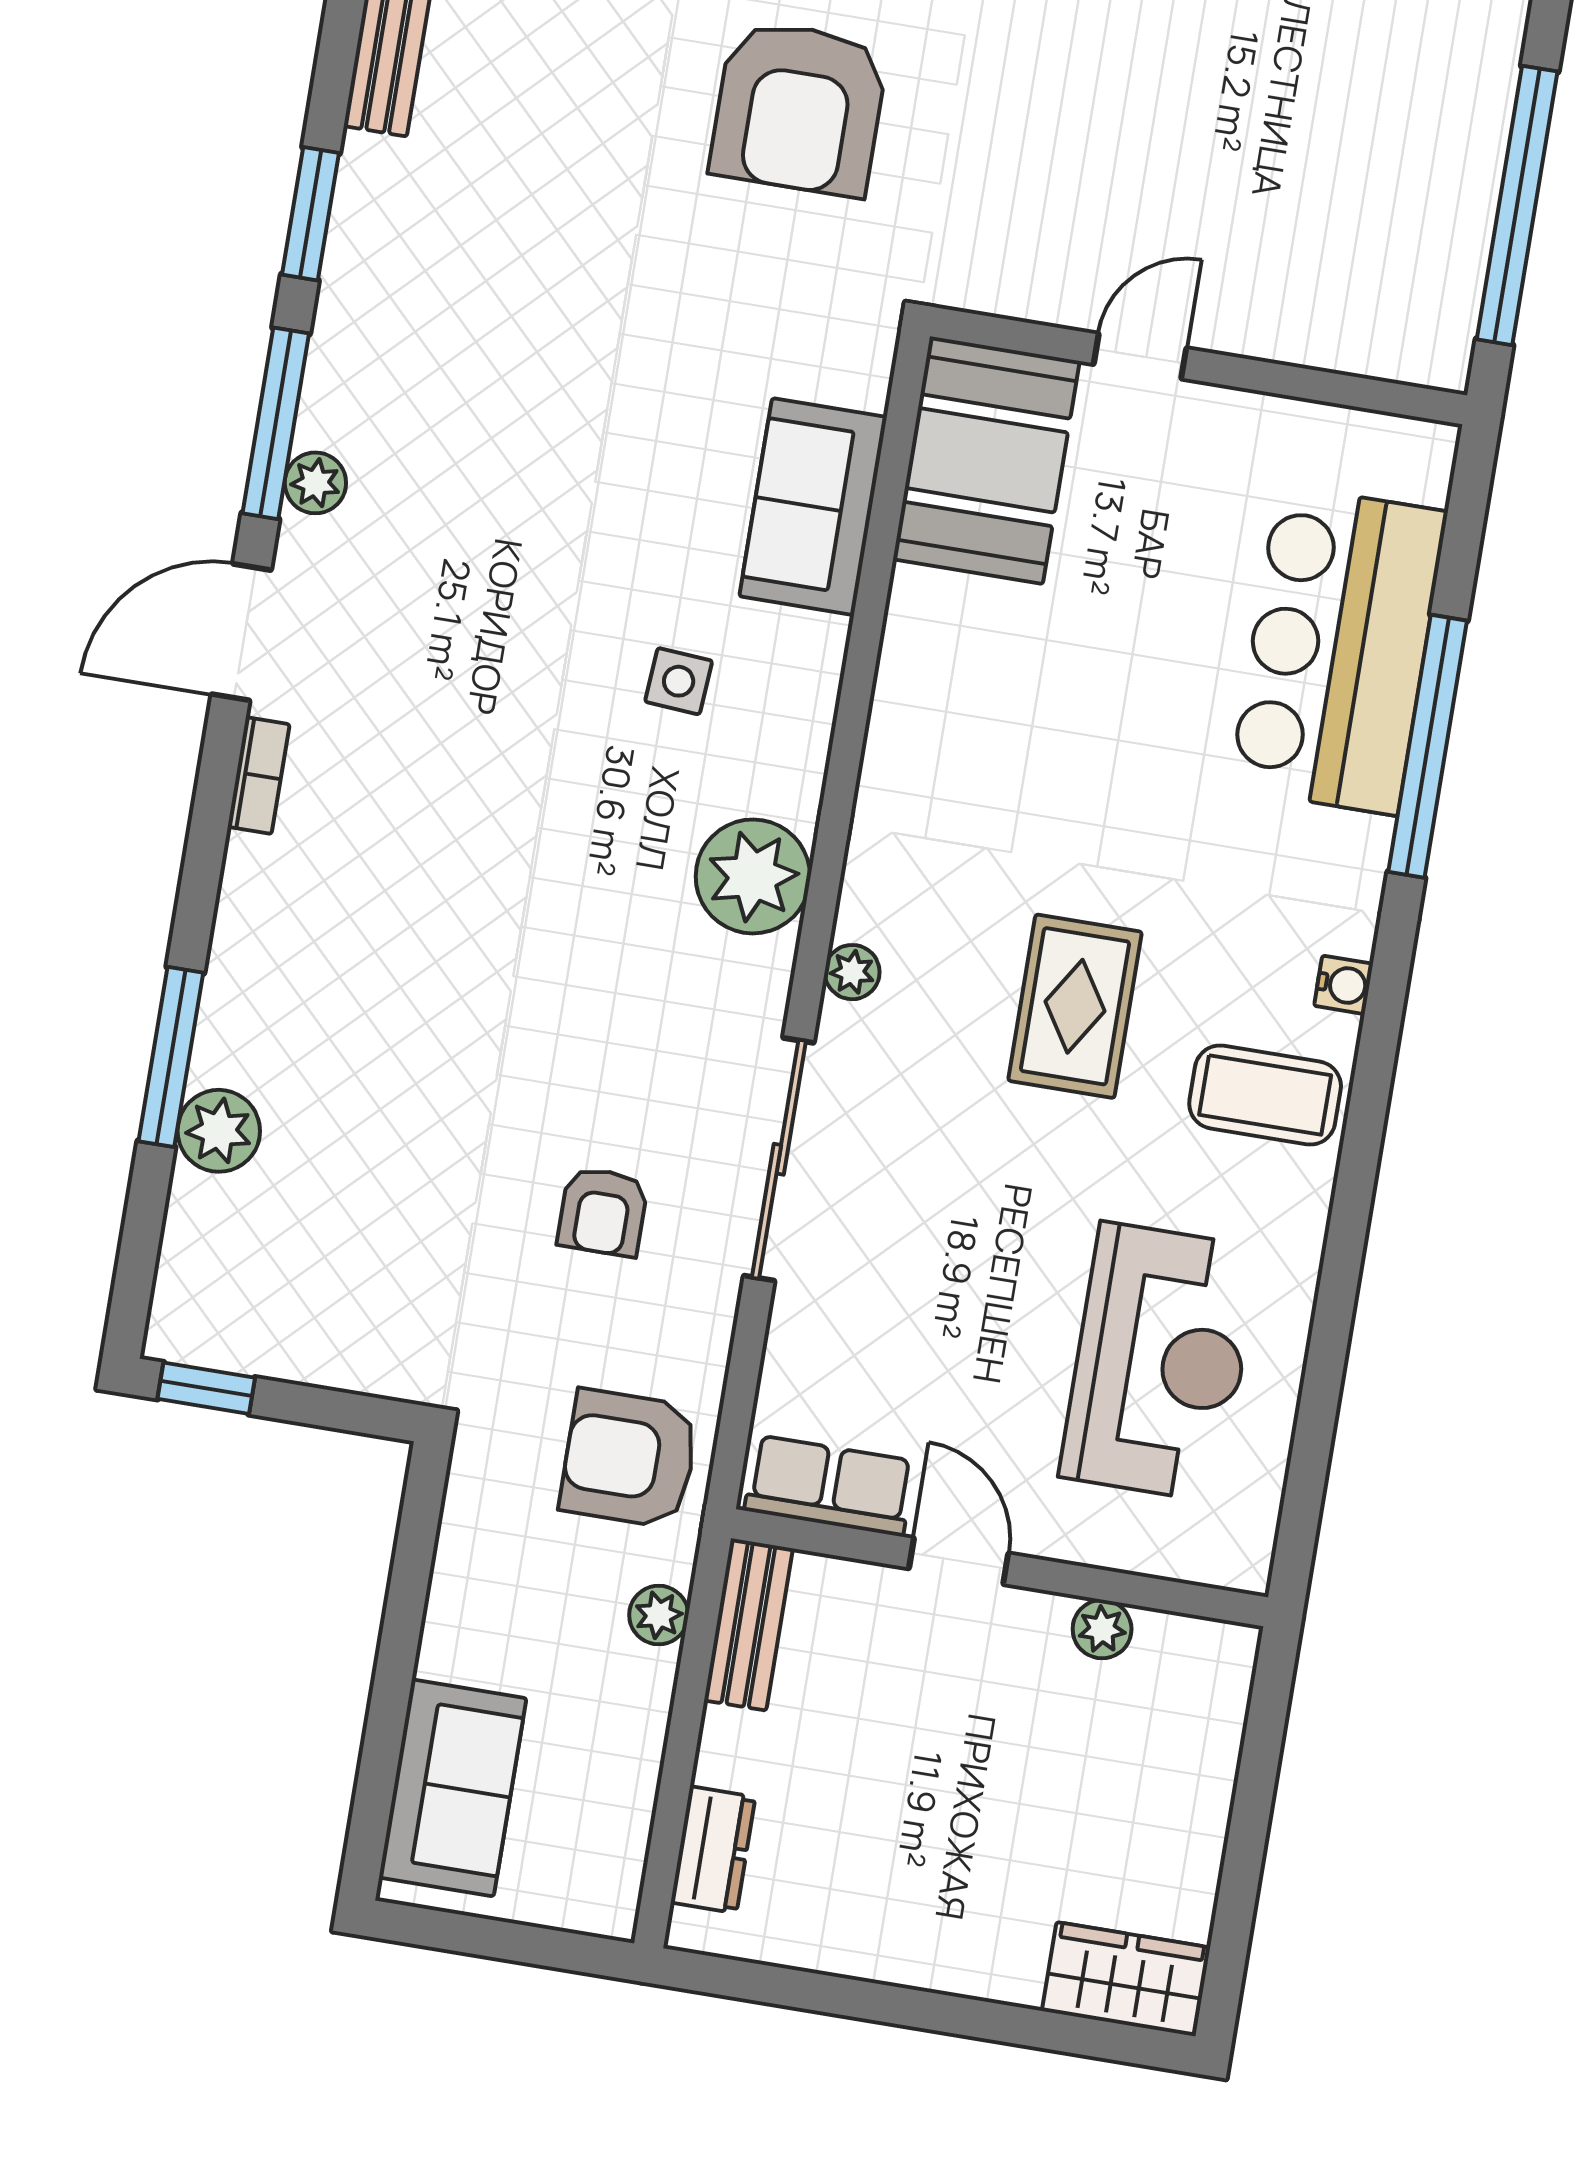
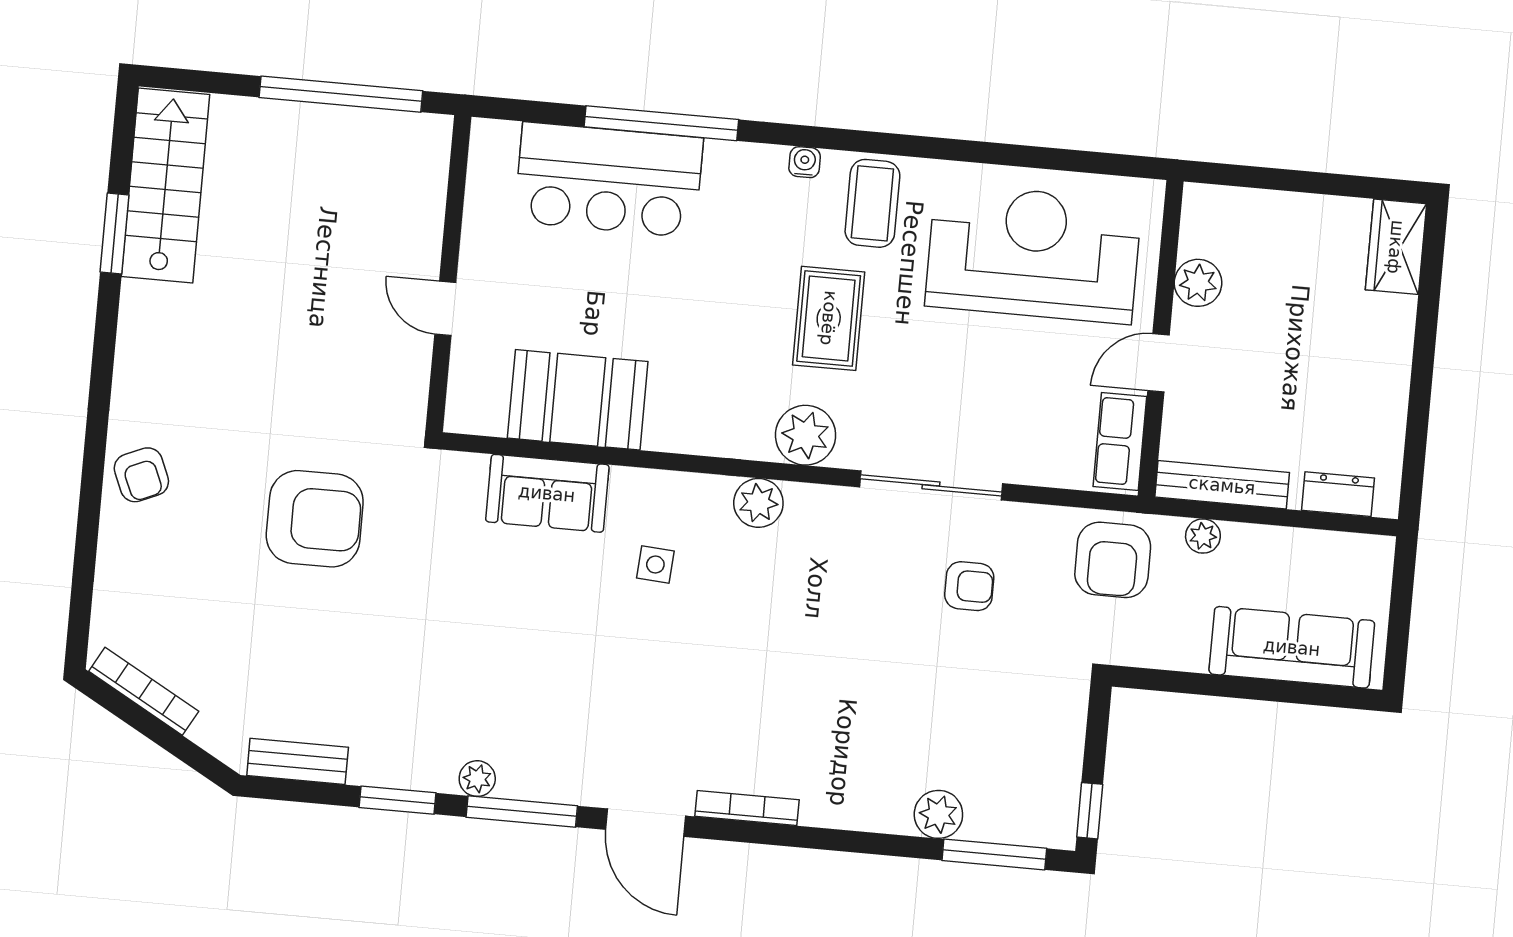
booth: (986, 460) -> (578, 400), moved
plant: (315, 483) -> (477, 779), moved
bookcase: (259, 776) -> (747, 808), width x1.56
plant: (753, 876) -> (758, 503), width x0.73, depth x0.73
plant: (852, 972) -> (806, 435), width x1.88, depth x1.88
rug: (1075, 1006) -> (829, 318), turned 90
window: (171, 1057) -> (994, 854), moved
reception desk: (1160, 1362) -> (1033, 254), width x1.36, depth x1.30
bench: (748, 1624) -> (1222, 485), width x1.36
plant: (1102, 1629) -> (1198, 283), width x1.38, depth x1.38
sofa: (453, 1788) -> (1292, 647), width x1.36

